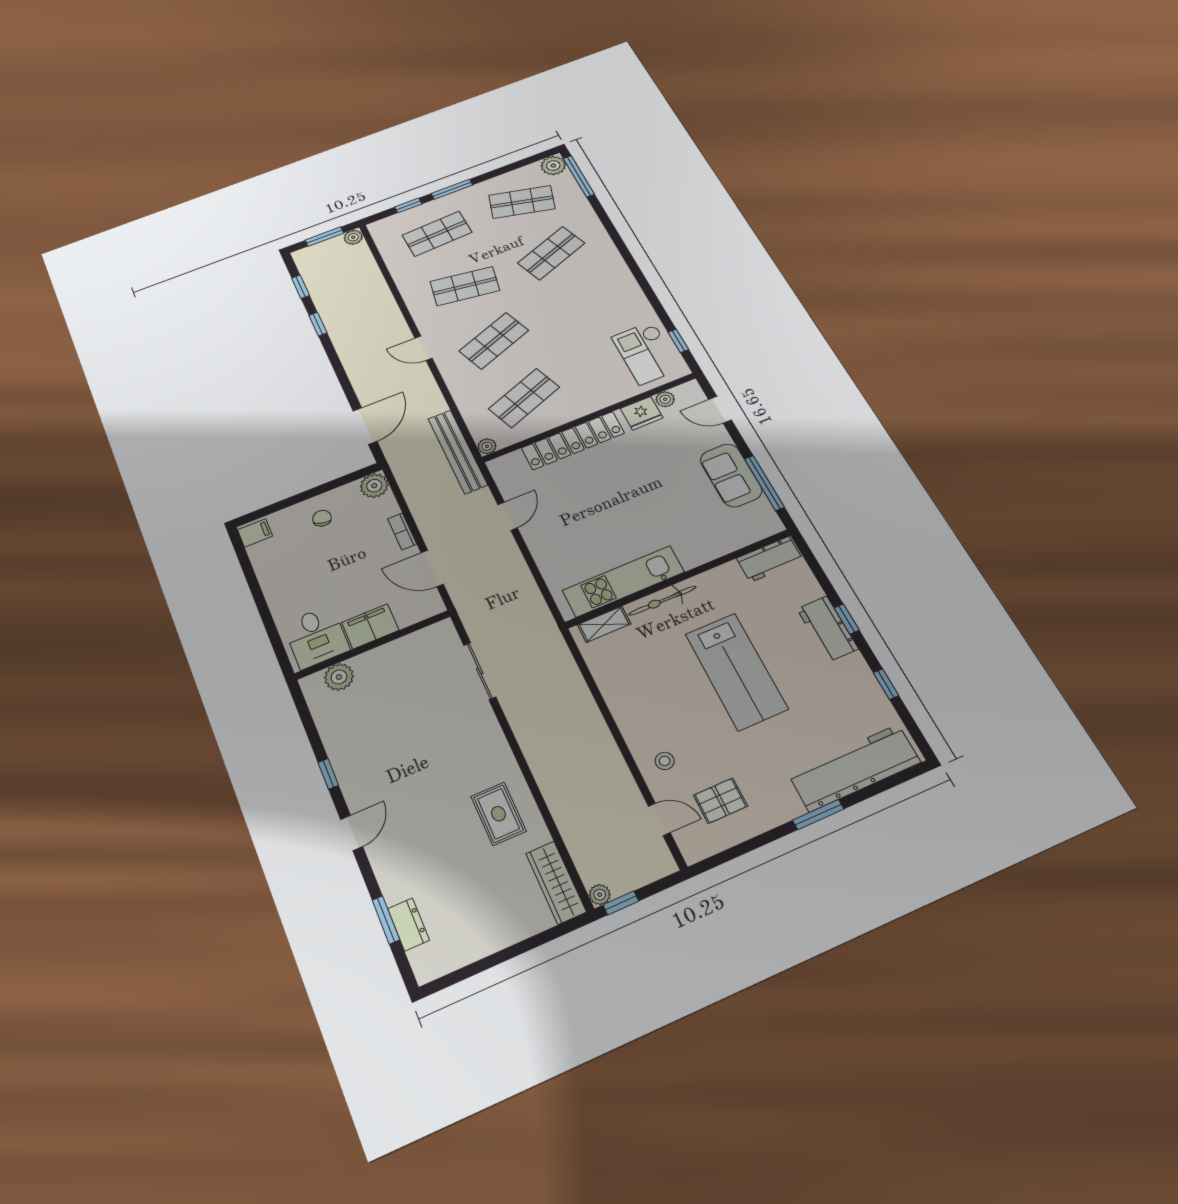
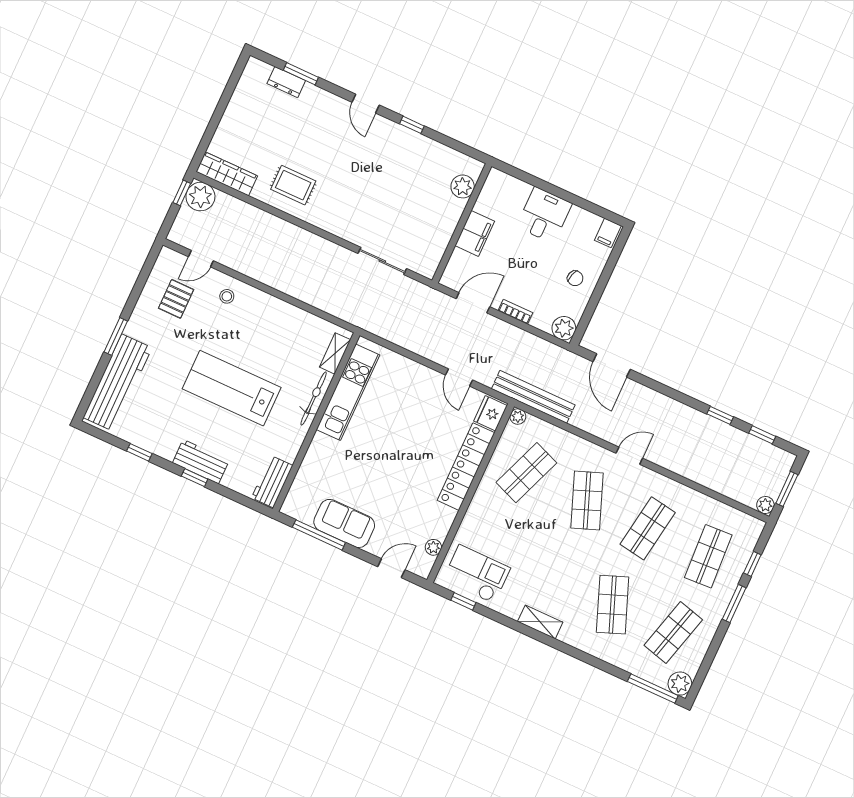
shelving: (625, 282) -> (540, 622), added
shop shelf: (524, 398) -> (526, 473), turned 42
fridge: (642, 413) -> (491, 413), moved
desk: (316, 637) -> (544, 215), moved, turned 90
plant: (600, 895) -> (200, 197), width x1.88, depth x1.88

